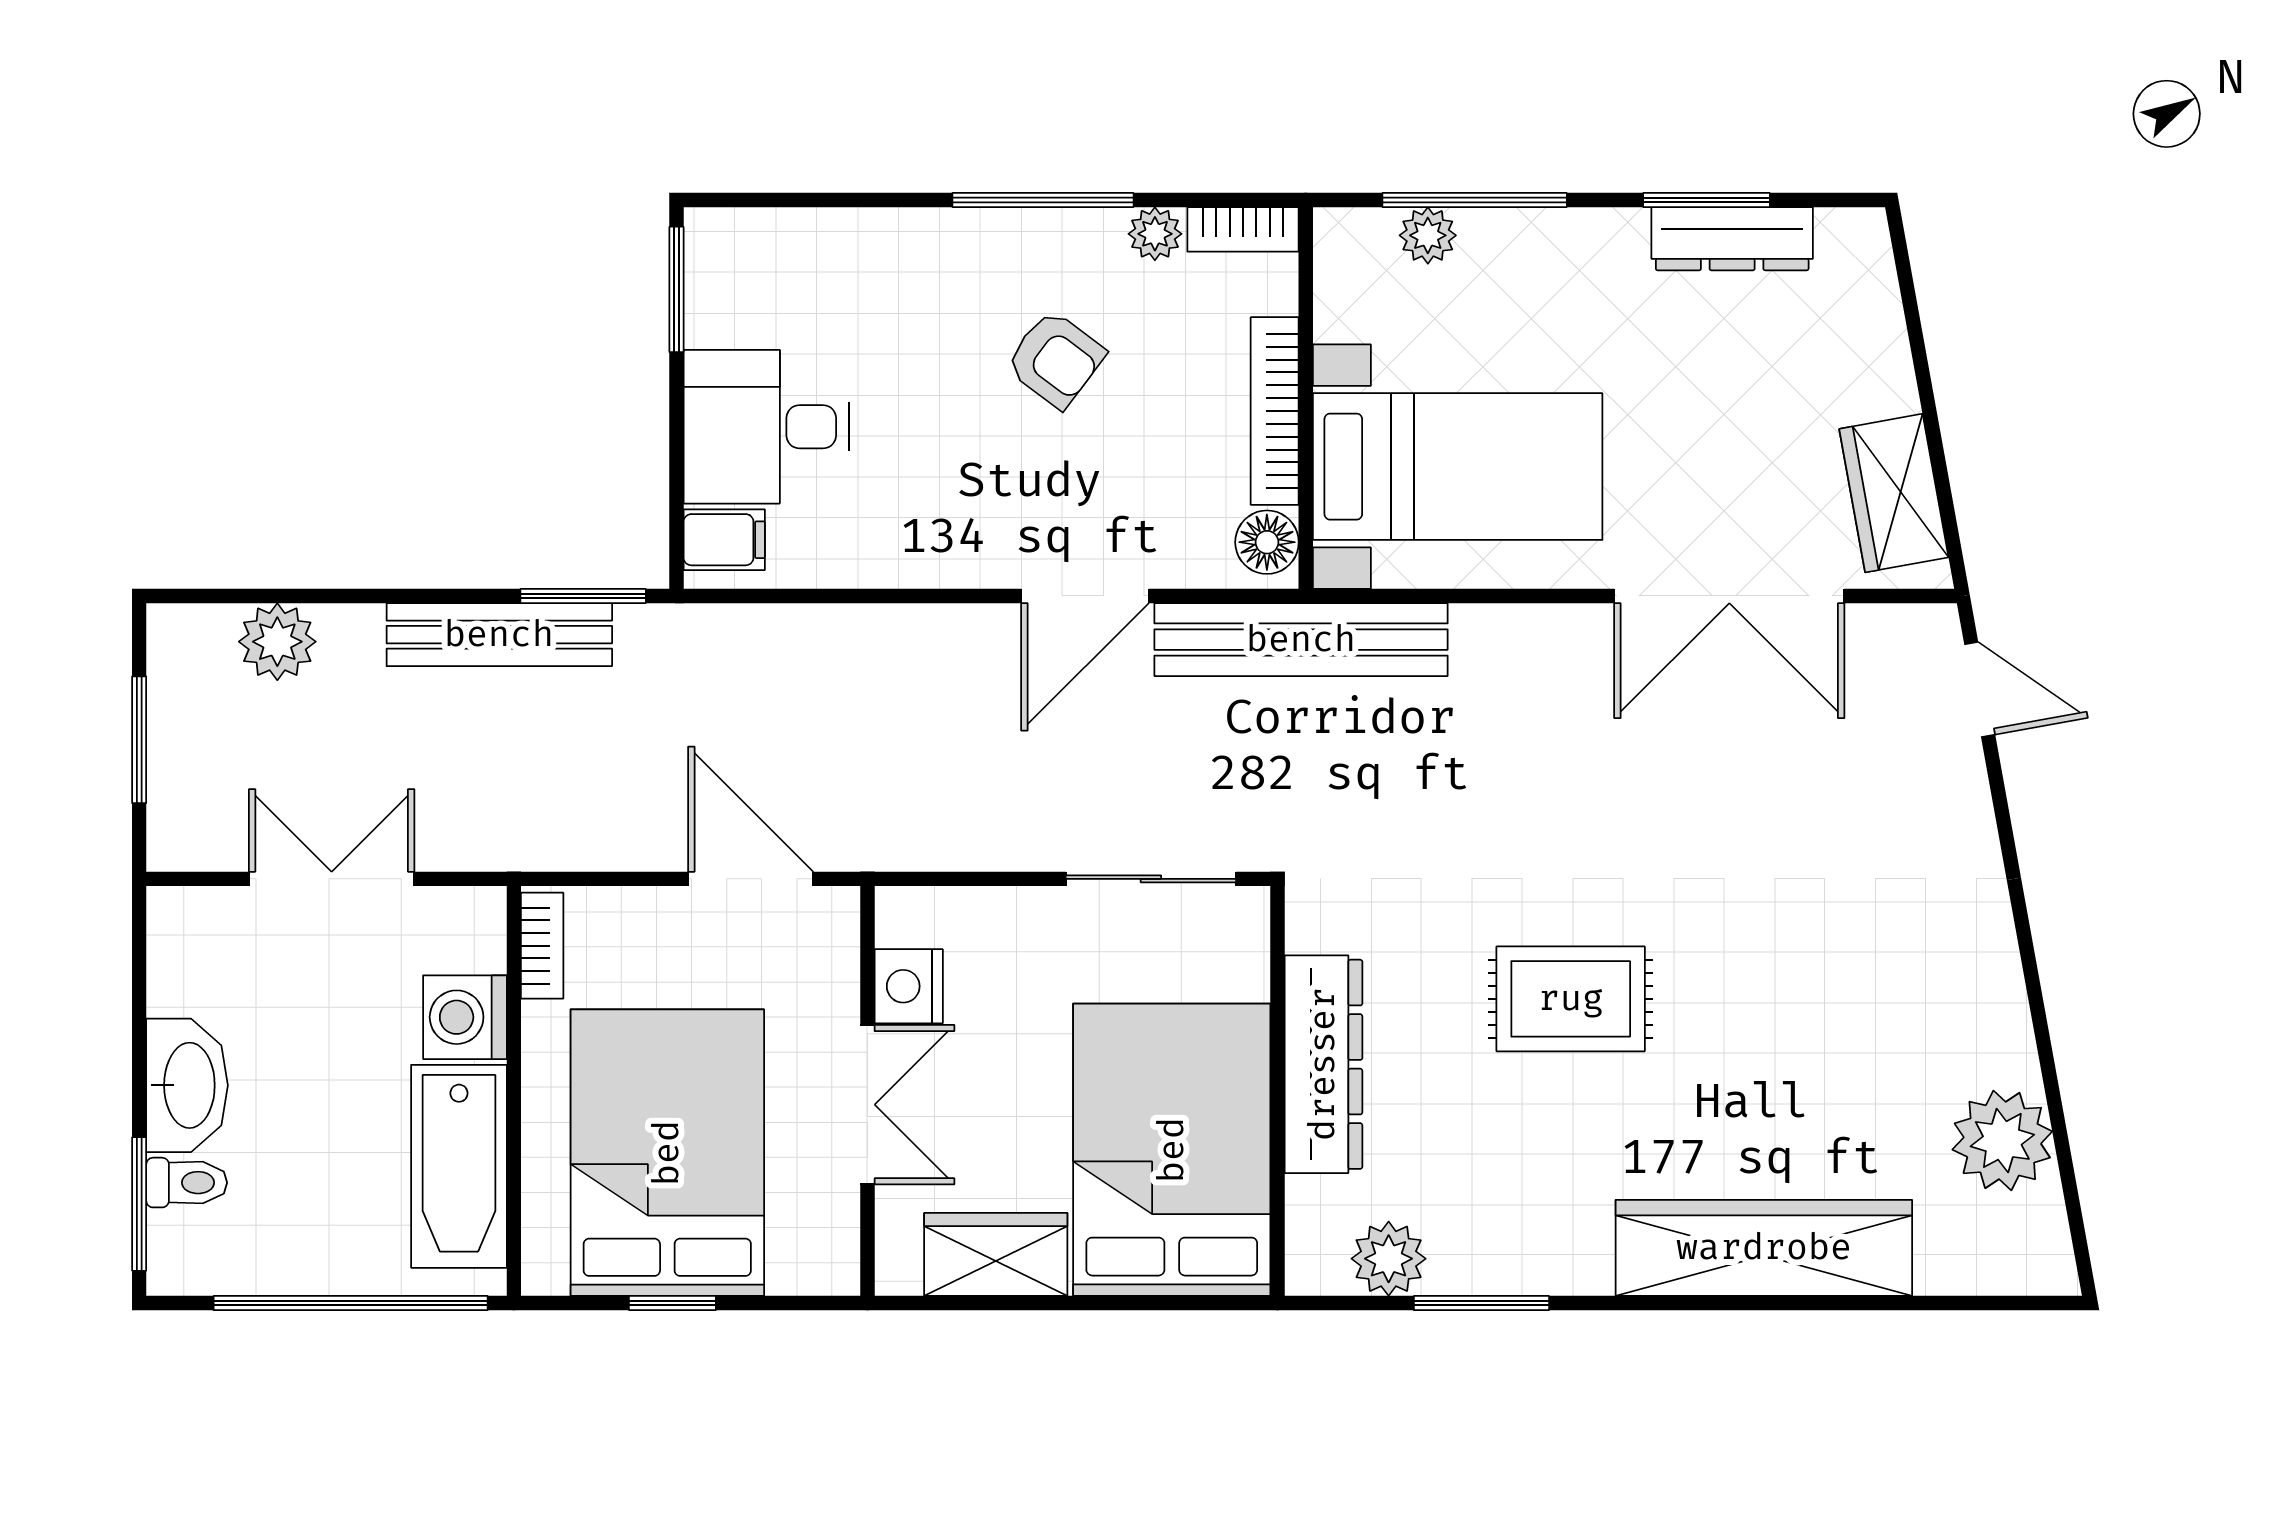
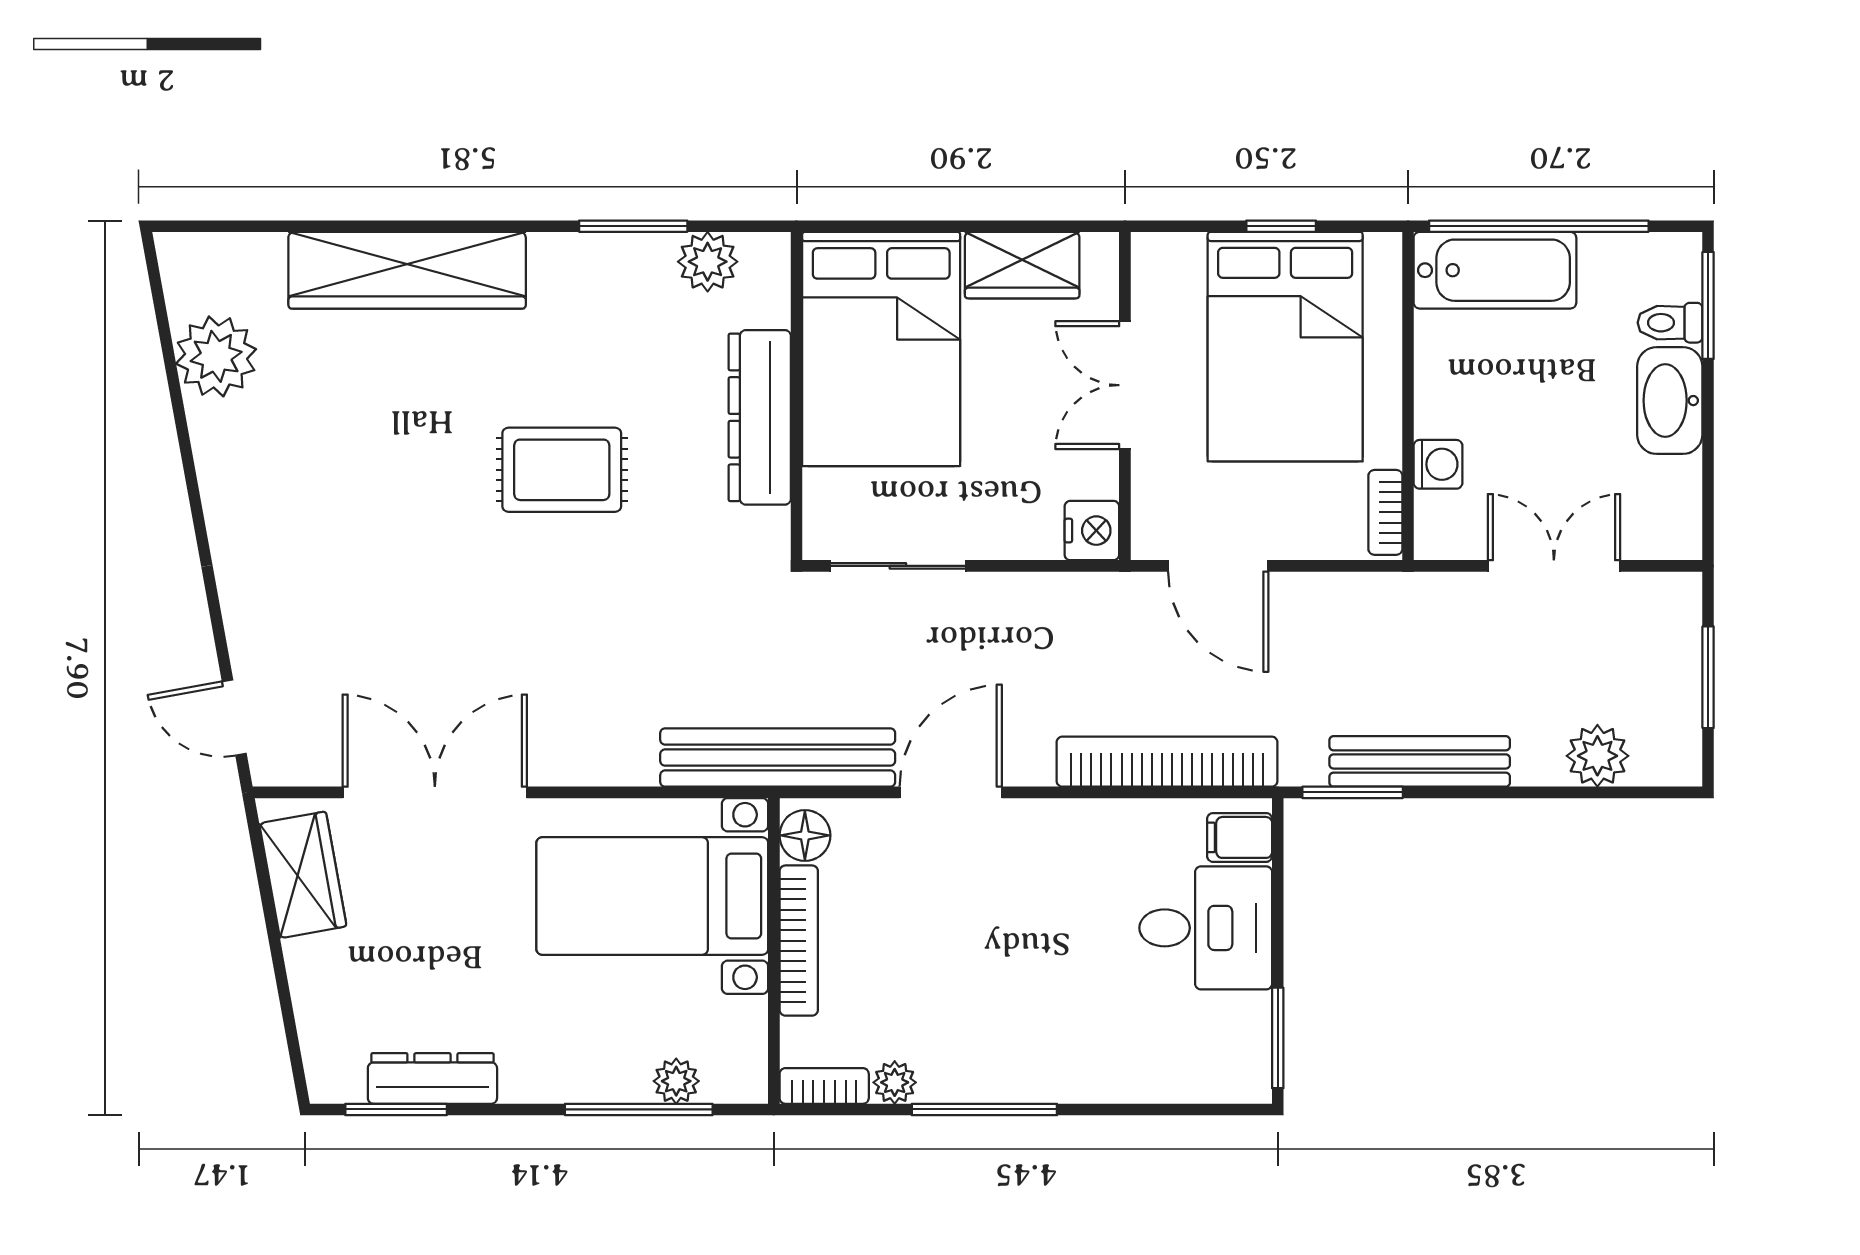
window: (1707, 200) -> (396, 1109), moved
armchair: (1055, 359) -> (974, 982), removed
bookcase: (815, 634) -> (1167, 762), added
double door: (332, 879) -> (1554, 566), swing flipped
nightstand: (909, 986) -> (1092, 531), moved
washing machine: (465, 1017) -> (1438, 464), width x0.73, depth x0.73
bathtub: (459, 1166) -> (1495, 270), moved, turned 90

